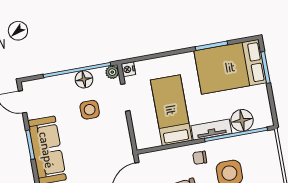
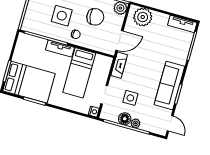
plant: (112, 72) -> (136, 123), moved
floor lamp: (242, 120) -> (38, 45), removed
fireplace: (124, 145) -> (119, 65), added

